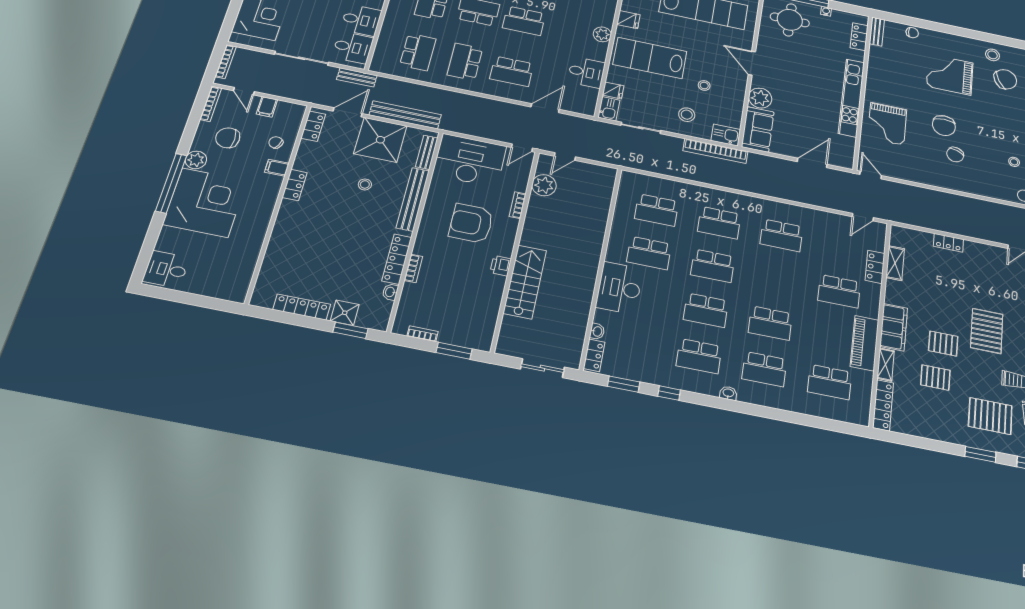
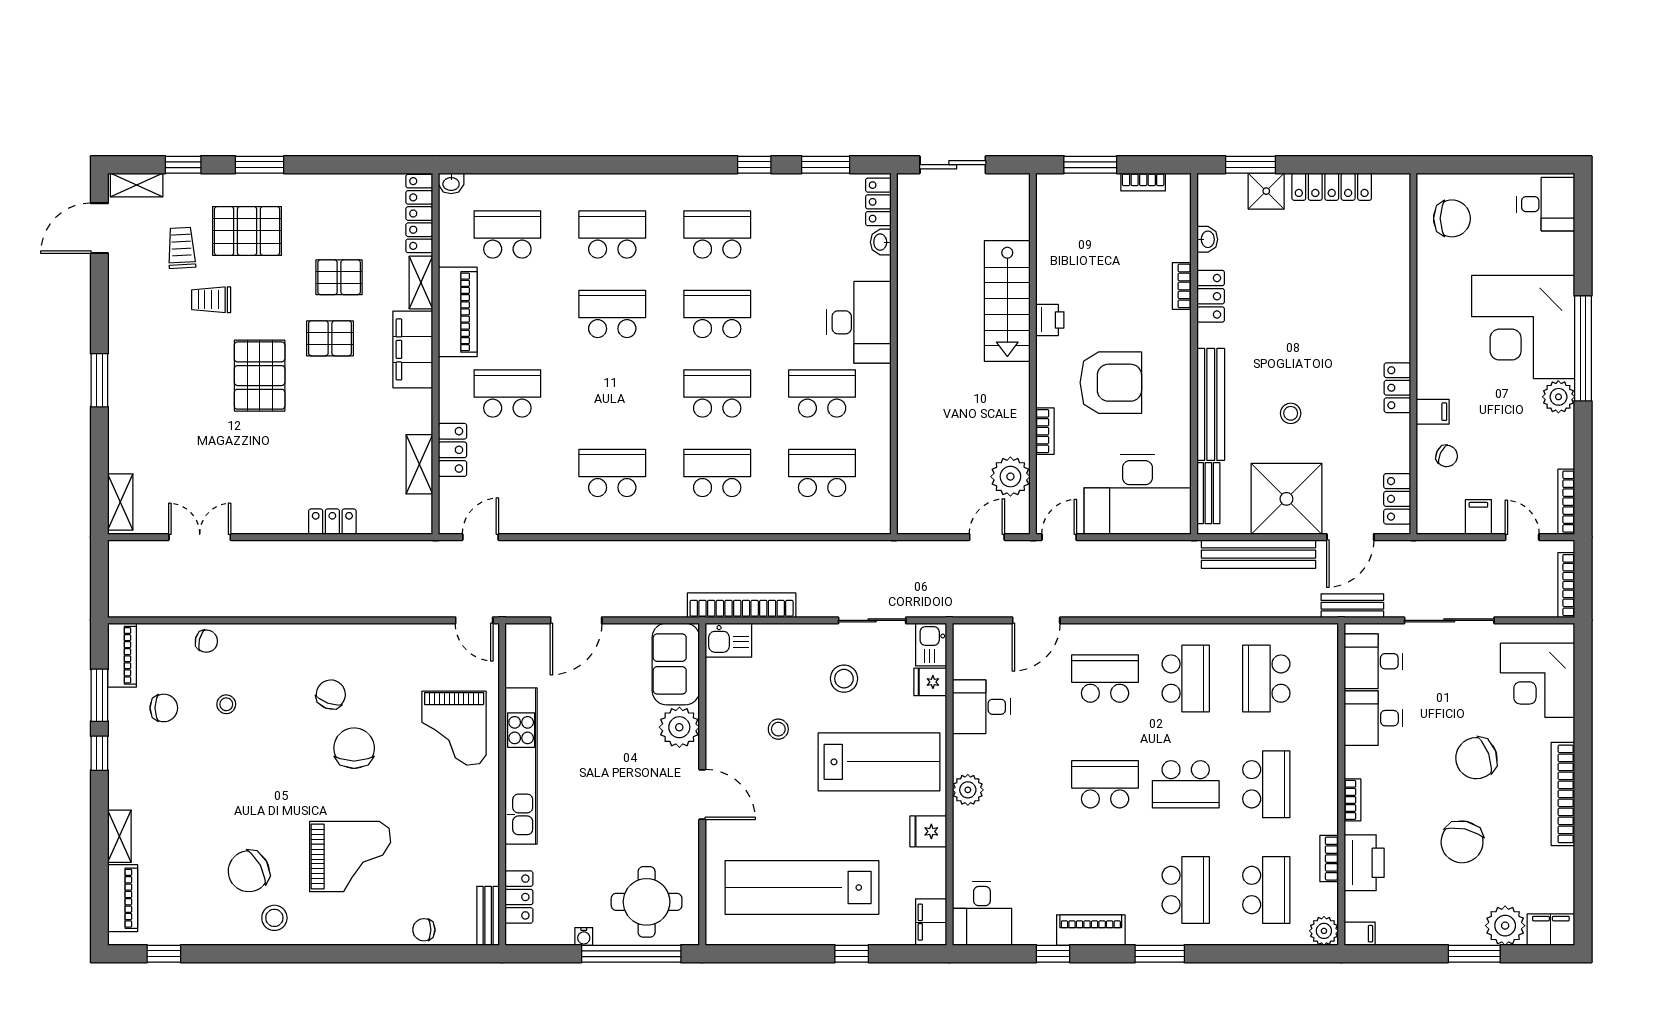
stool: (687, 115) -> (844, 679), moved
grand piano: (887, 124) -> (454, 728), turned 180
chair: (228, 138) -> (1452, 218), moved
locker: (397, 259) -> (1211, 296), width x0.66
washbasin: (728, 393) -> (451, 183), moved

